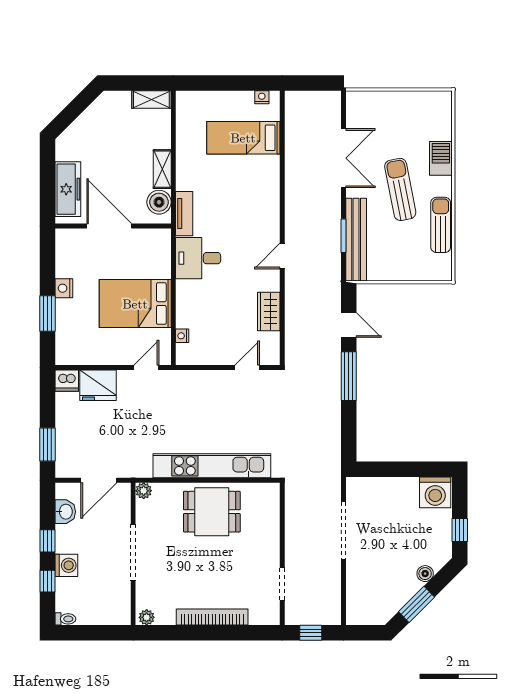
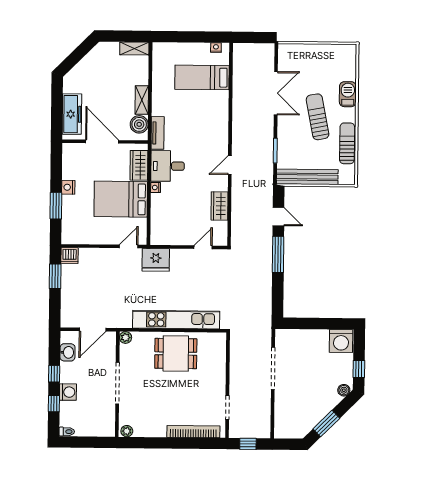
bench: (356, 240) -> (307, 177), moved, turned 90
wardrobe: (159, 258) -> (139, 165), added
nightstand: (182, 336) -> (156, 188), moved
fridge: (98, 385) -> (156, 260), moved
window: (48, 444) -> (55, 276), moved
boiler: (425, 574) -> (344, 390), moved
bookcase: (212, 617) -> (193, 432), moved

